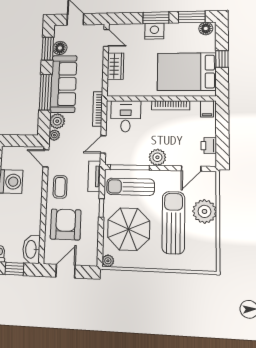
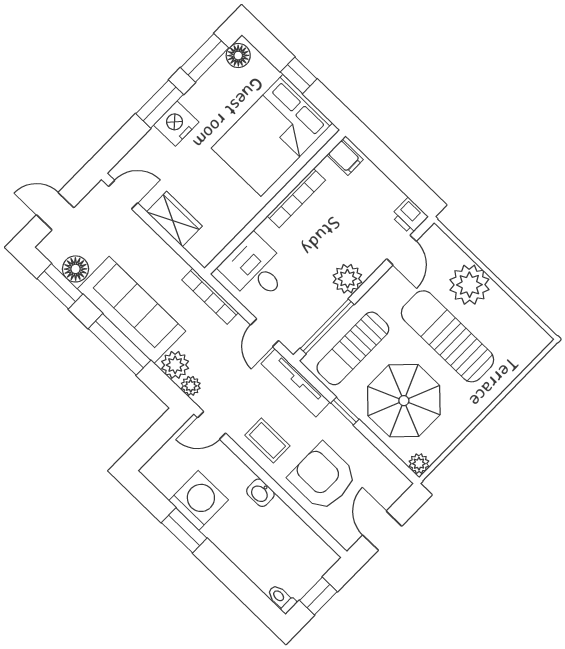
printer: (209, 146) -> (409, 216), moved
tv unit: (94, 176) -> (296, 383), width x1.41
washbasin: (31, 249) -> (260, 493), moved, width x0.52, depth x0.69

